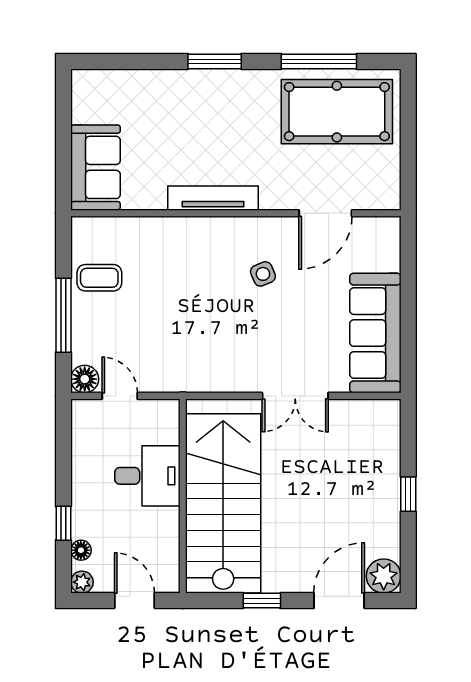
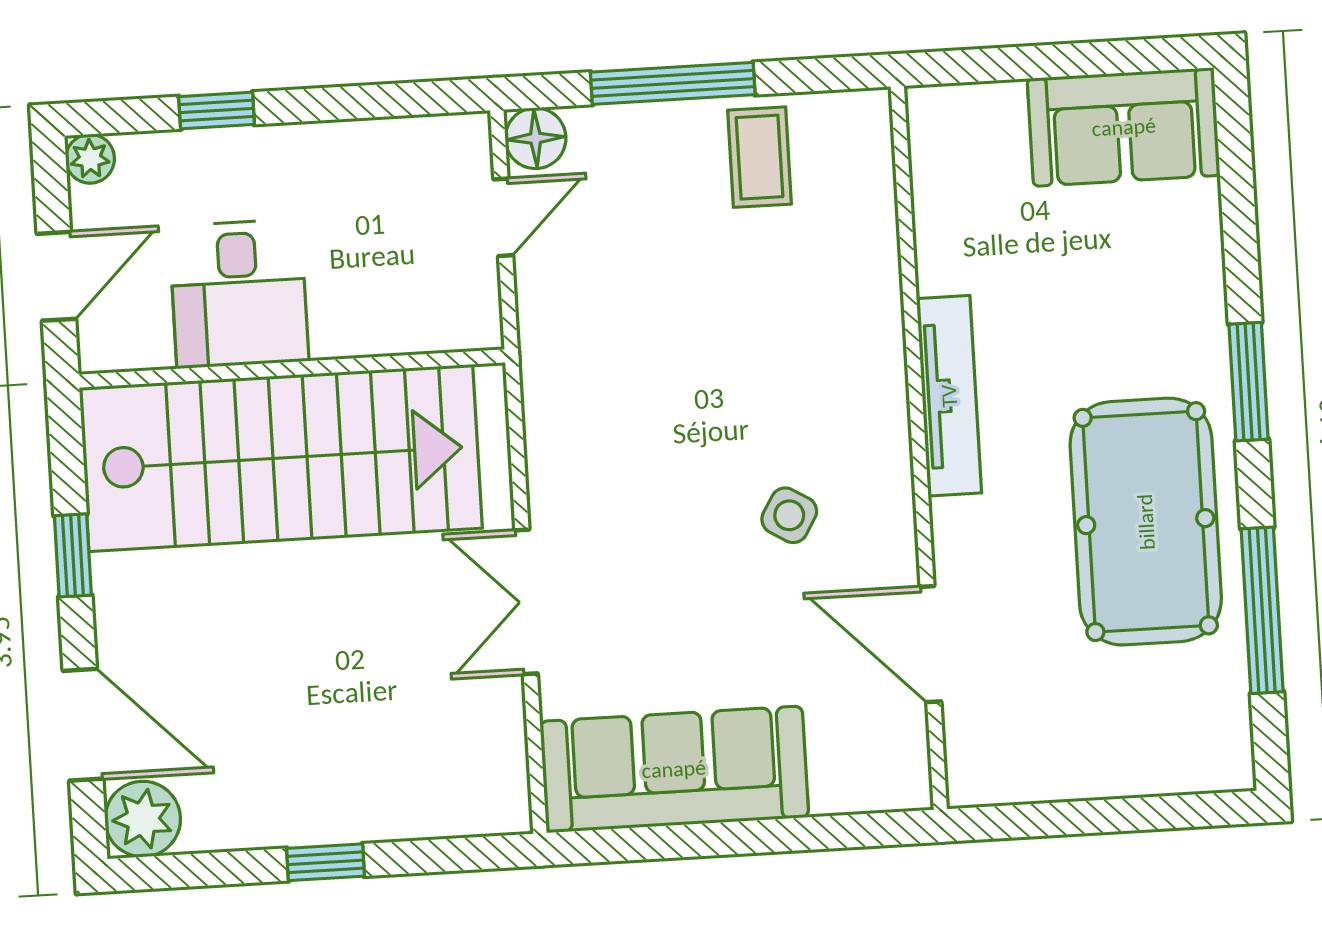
pool table: (337, 112) -> (1146, 522), moved
sofa: (95, 167) -> (1124, 127), moved
side table: (263, 274) -> (789, 515), turned -36
desk: (147, 476) -> (239, 294), moved
floor lamp: (81, 550) -> (160, 152), removed

